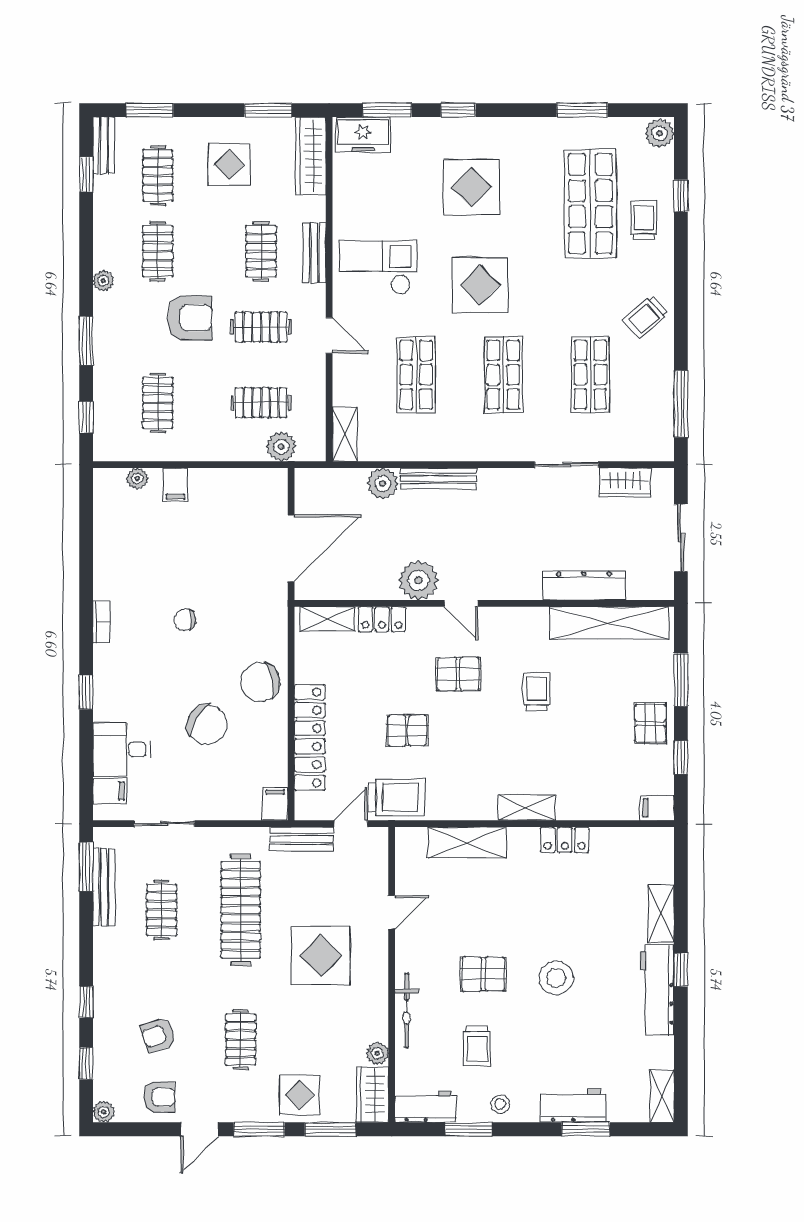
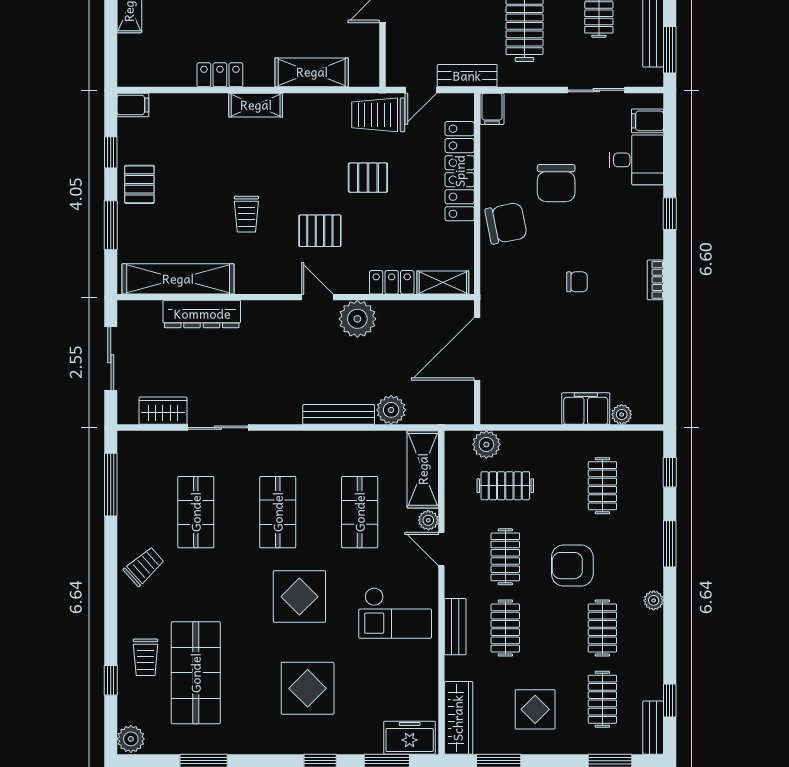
clothes rail: (261, 327) -> (505, 557), turned 90
plant: (343, 366) -> (428, 520), added
shelving: (345, 434) -> (423, 469), width x1.50, depth x1.33
filing cabinet: (175, 485) -> (586, 409), width x2.00
chair: (207, 725) -> (556, 183), turned -122

